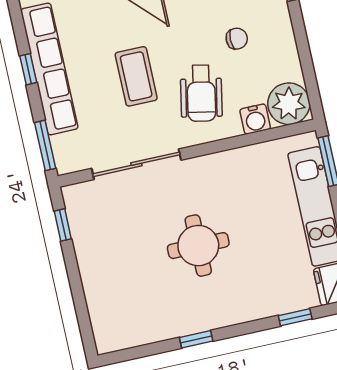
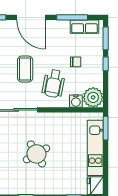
window: (299, 29) -> (106, 64), added
round table: (198, 246) -> (36, 154), turned -30

